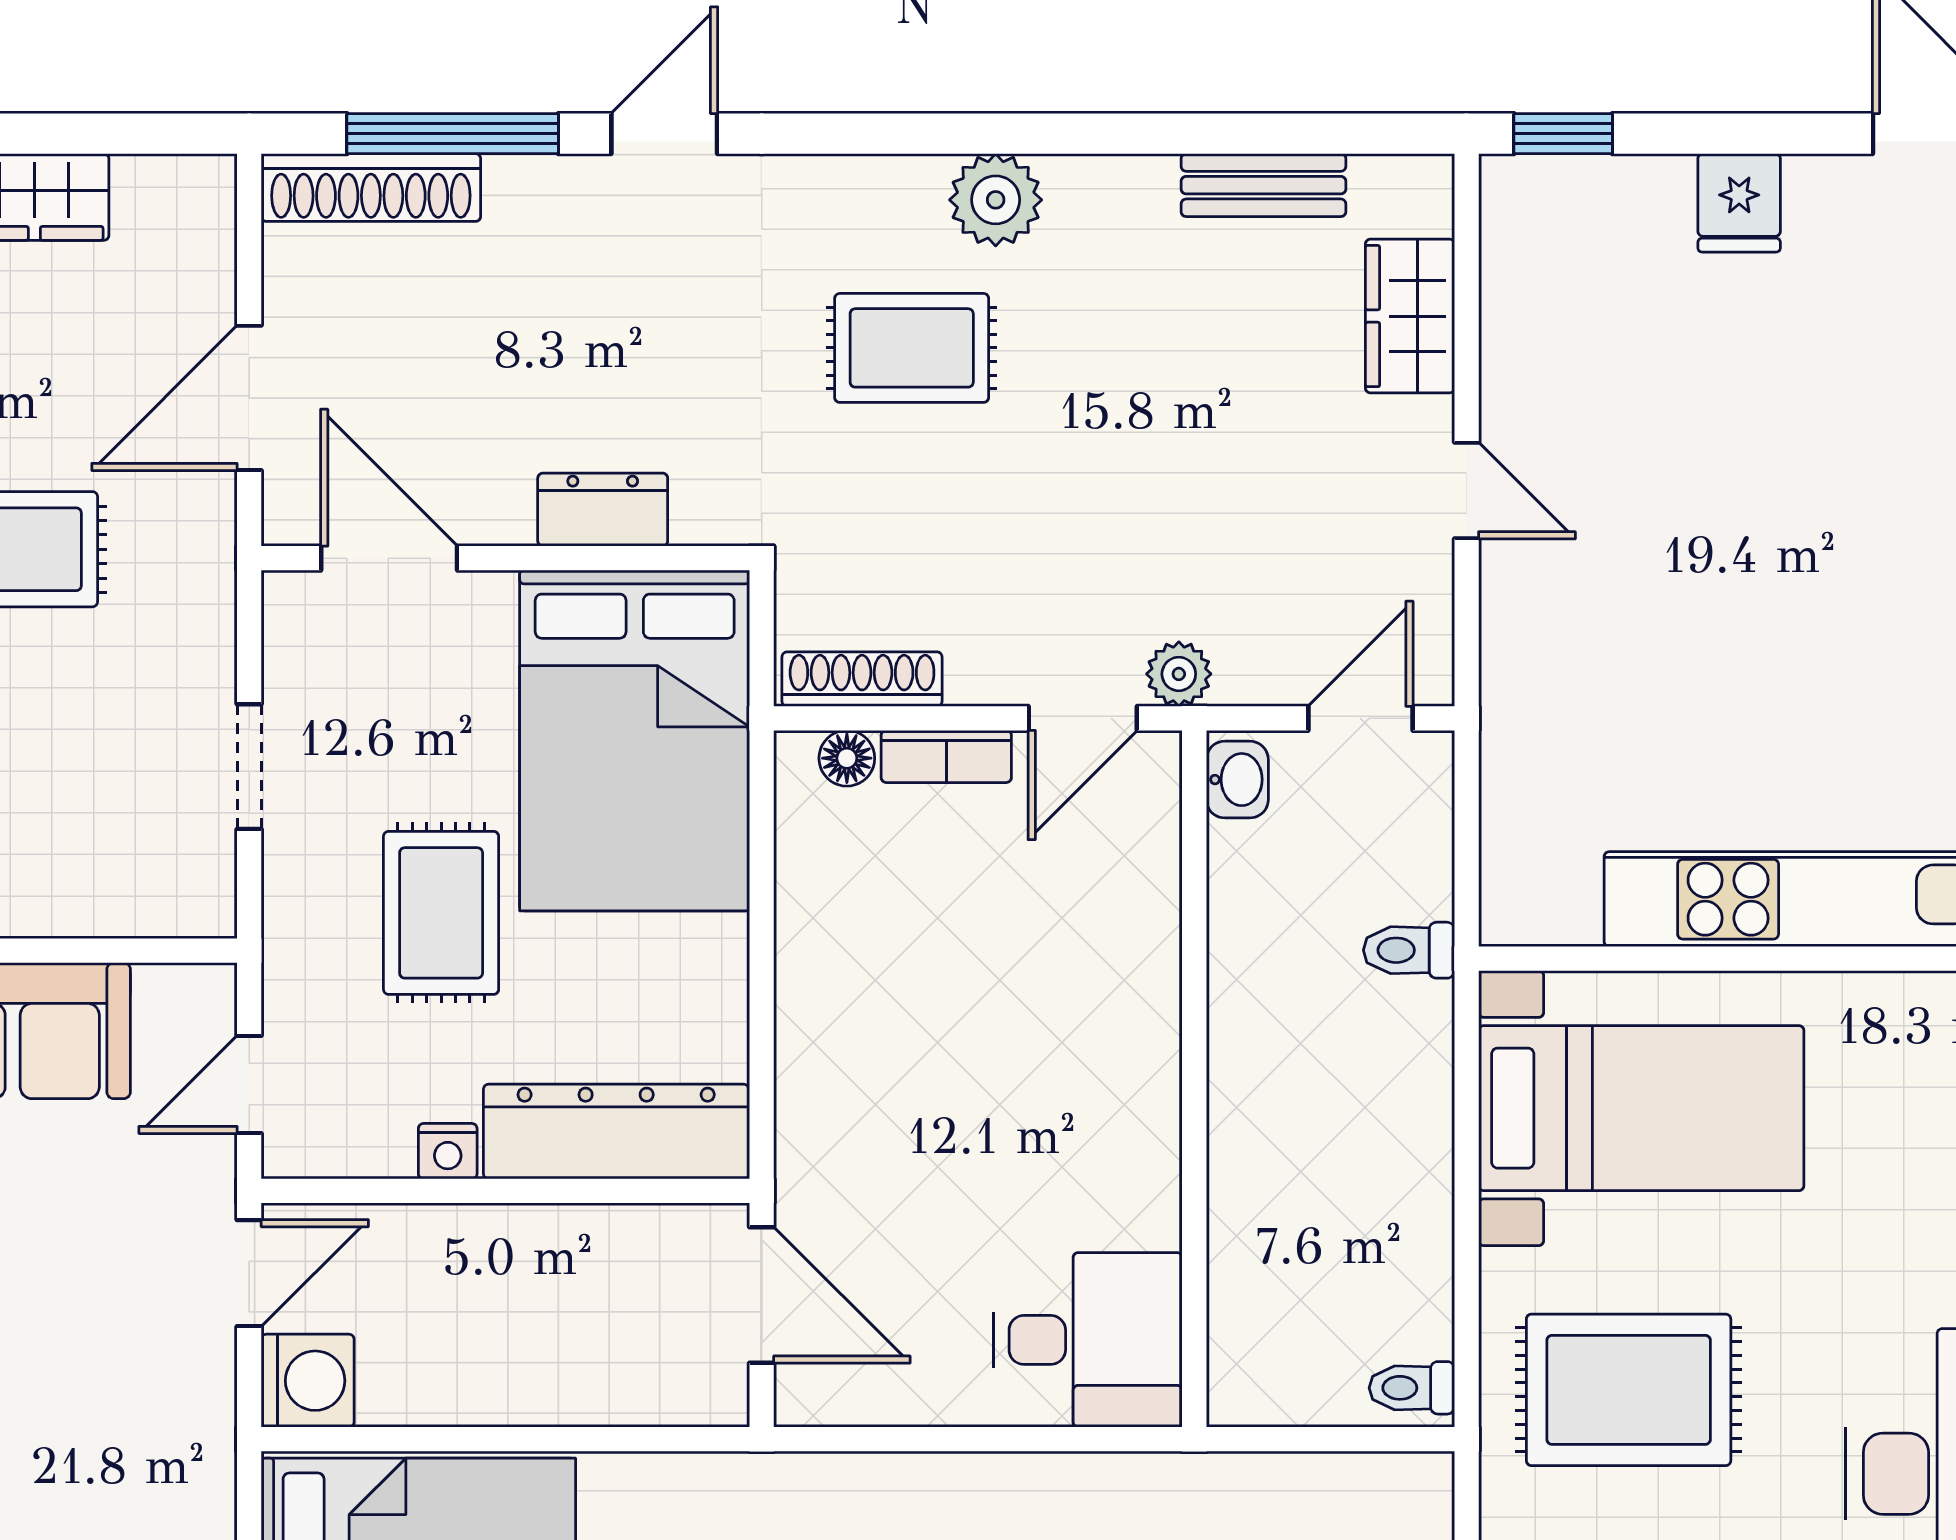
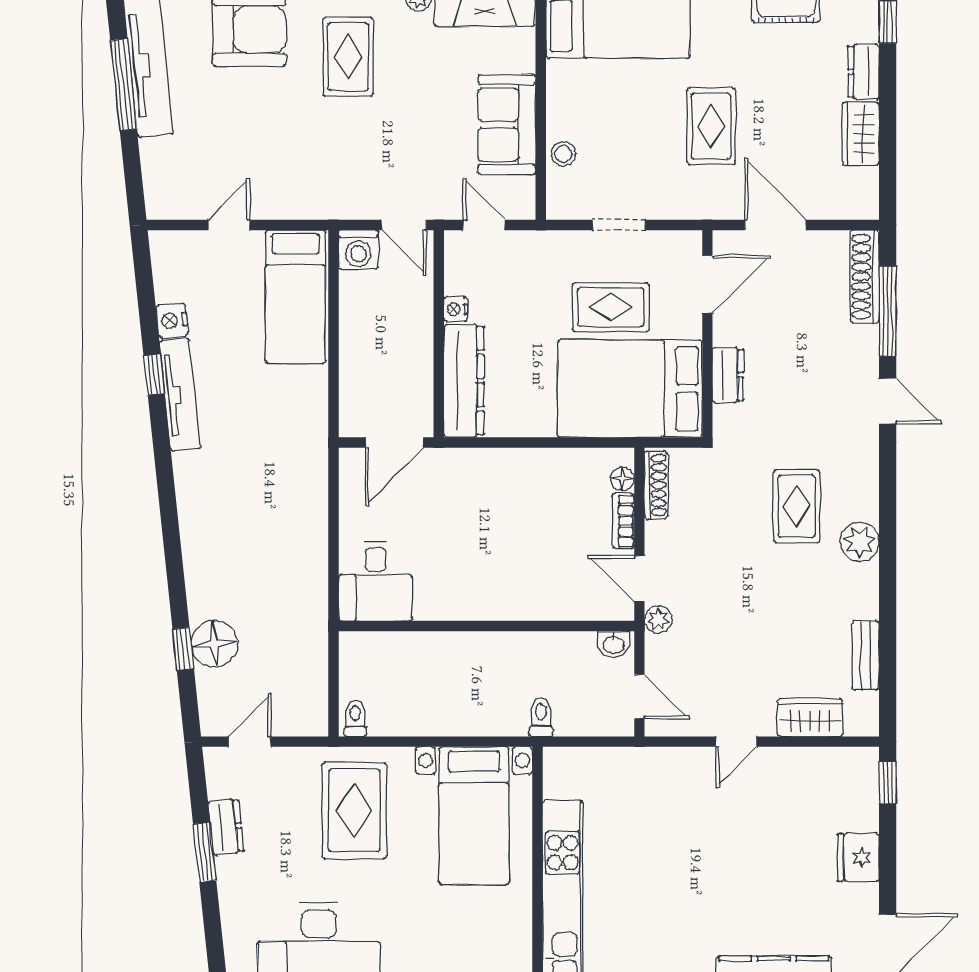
fridge: (1739, 203) -> (858, 857), width x1.38
stool: (82, 897) -> (563, 154), added
rug: (441, 913) -> (611, 307), moved

